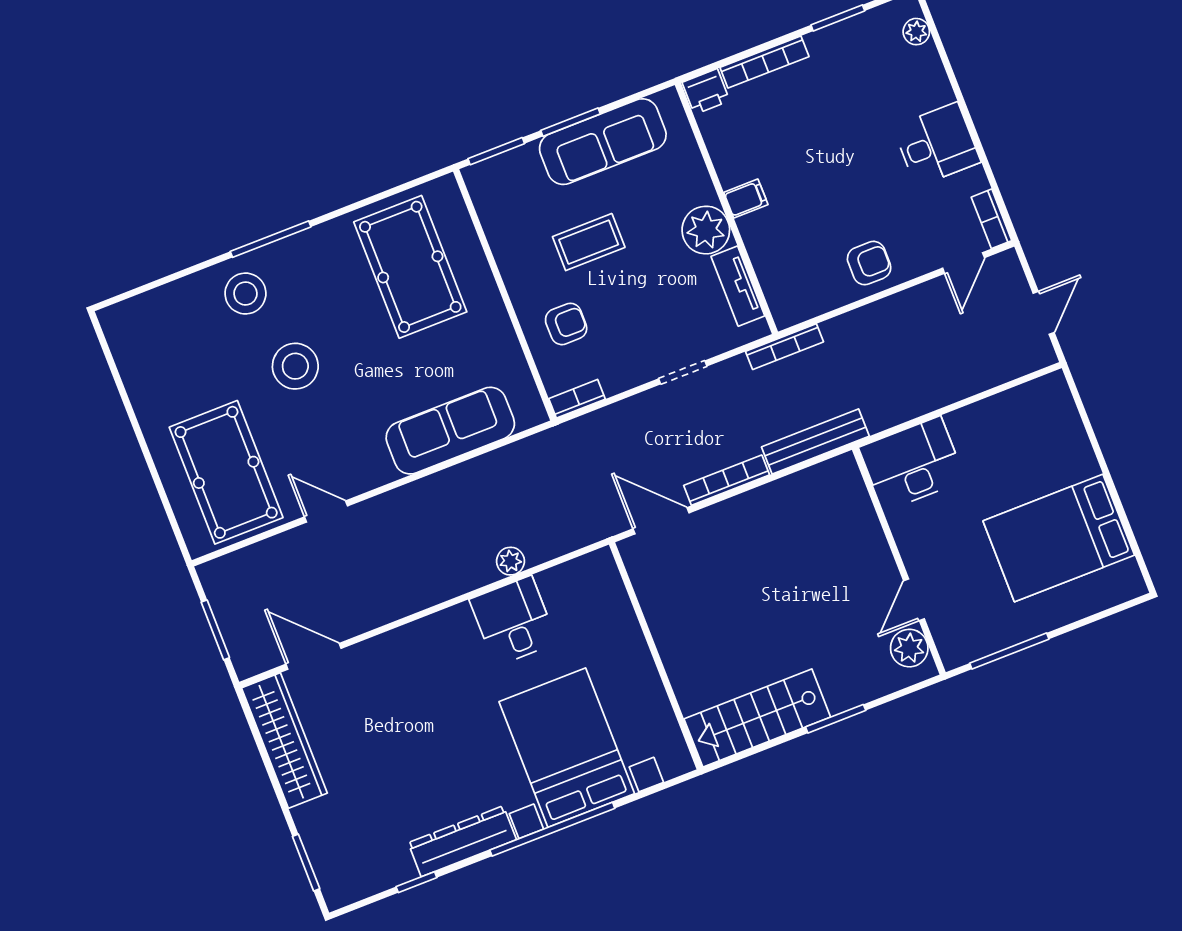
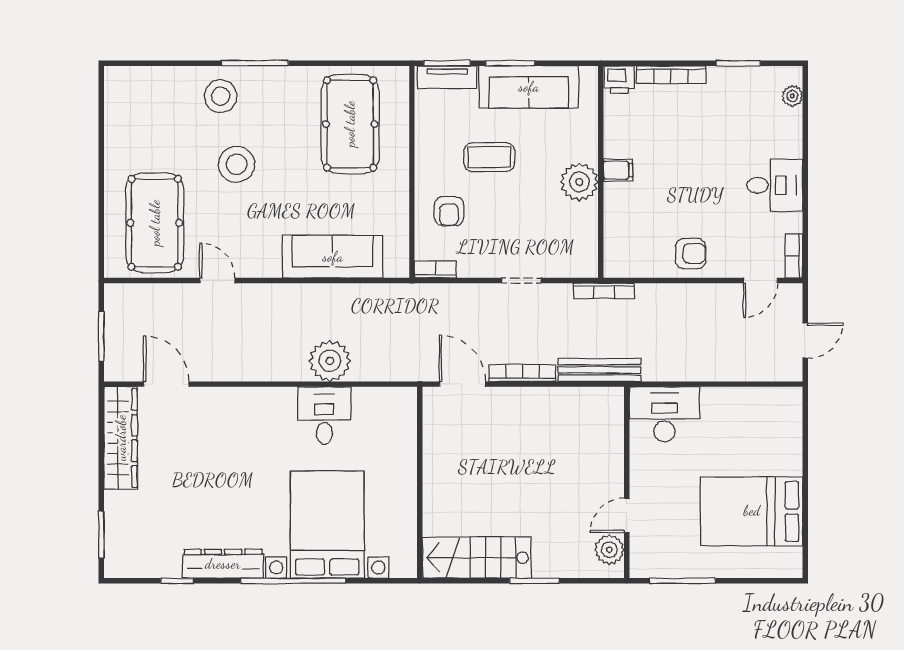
tv unit: (738, 286) -> (447, 77), moved, turned -90
armchair: (566, 324) -> (449, 211), turned 90
plant: (510, 561) -> (330, 361), width x1.87, depth x1.87

